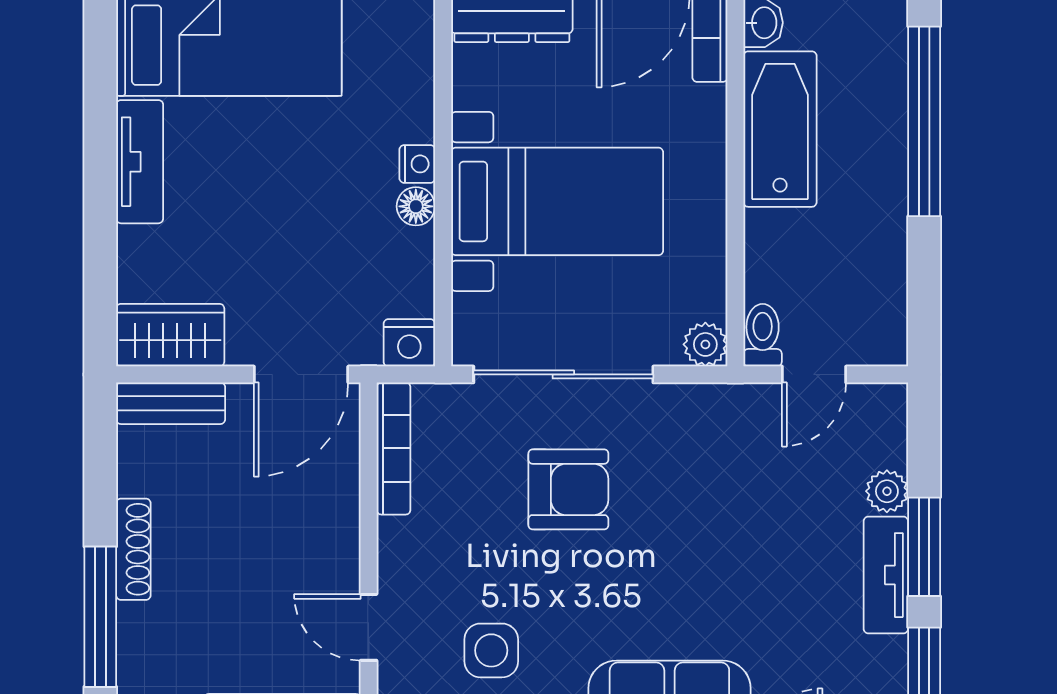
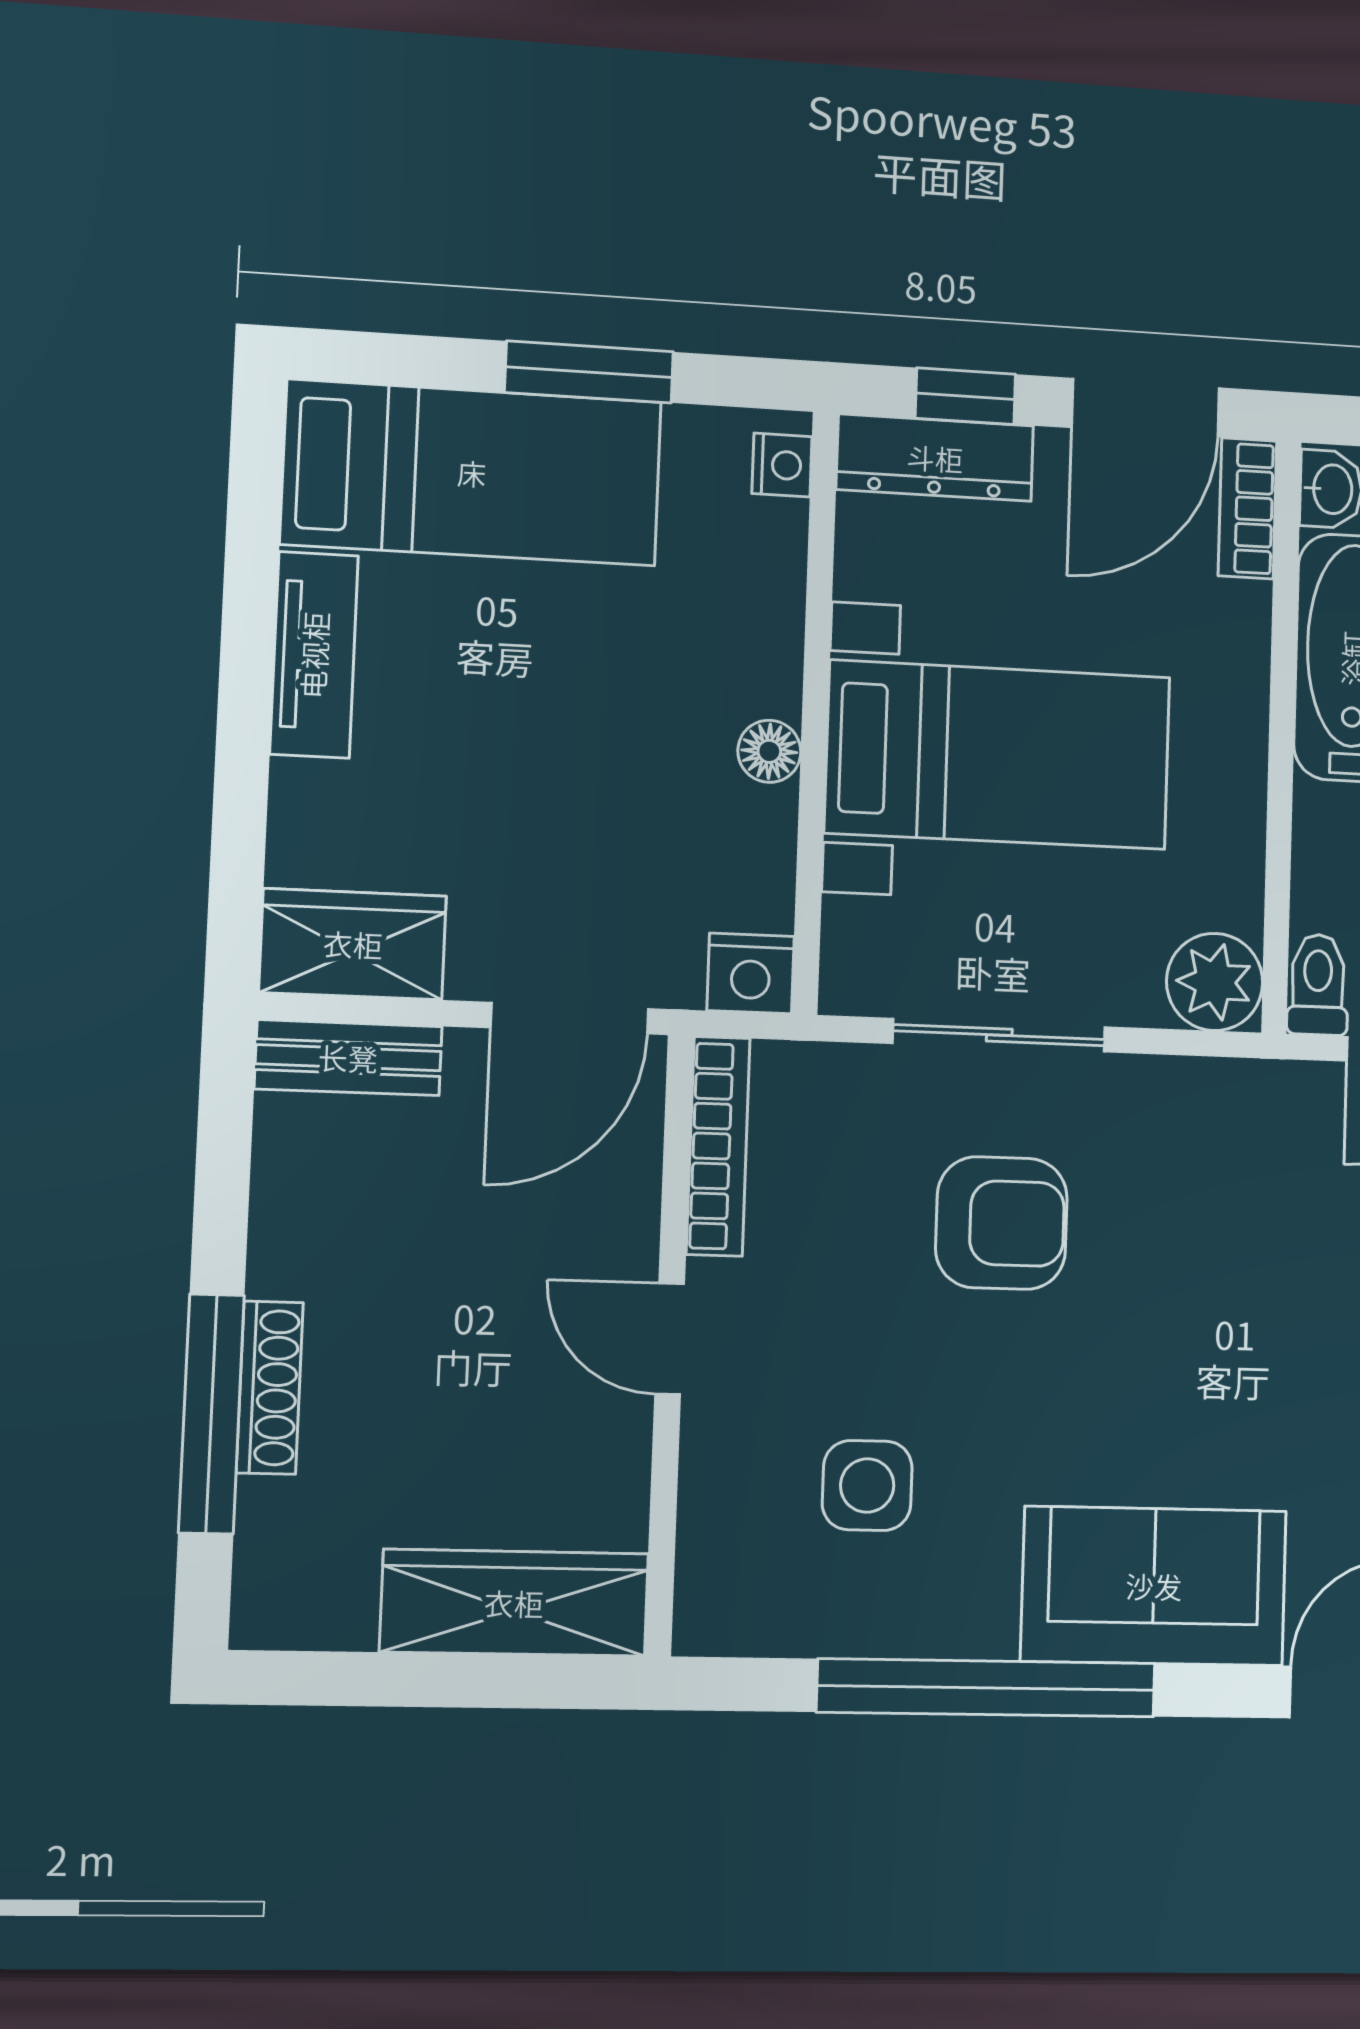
nightstand: (417, 164) -> (782, 465), moved
plant: (705, 344) -> (1215, 982), width x1.38, depth x1.38
sliding door: (563, 374) -> (999, 1035), width x0.73
shoe rack: (133, 549) -> (270, 1388), moved
door: (369, 627) -> (670, 1339), moved

